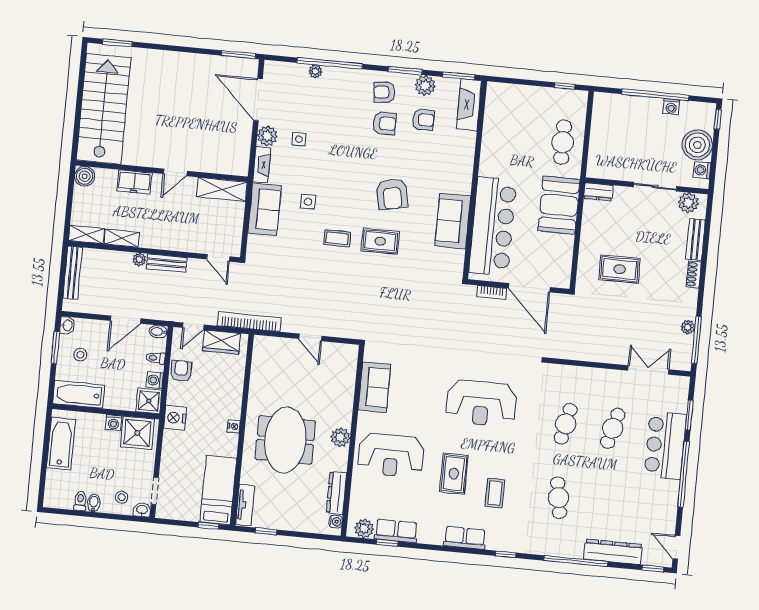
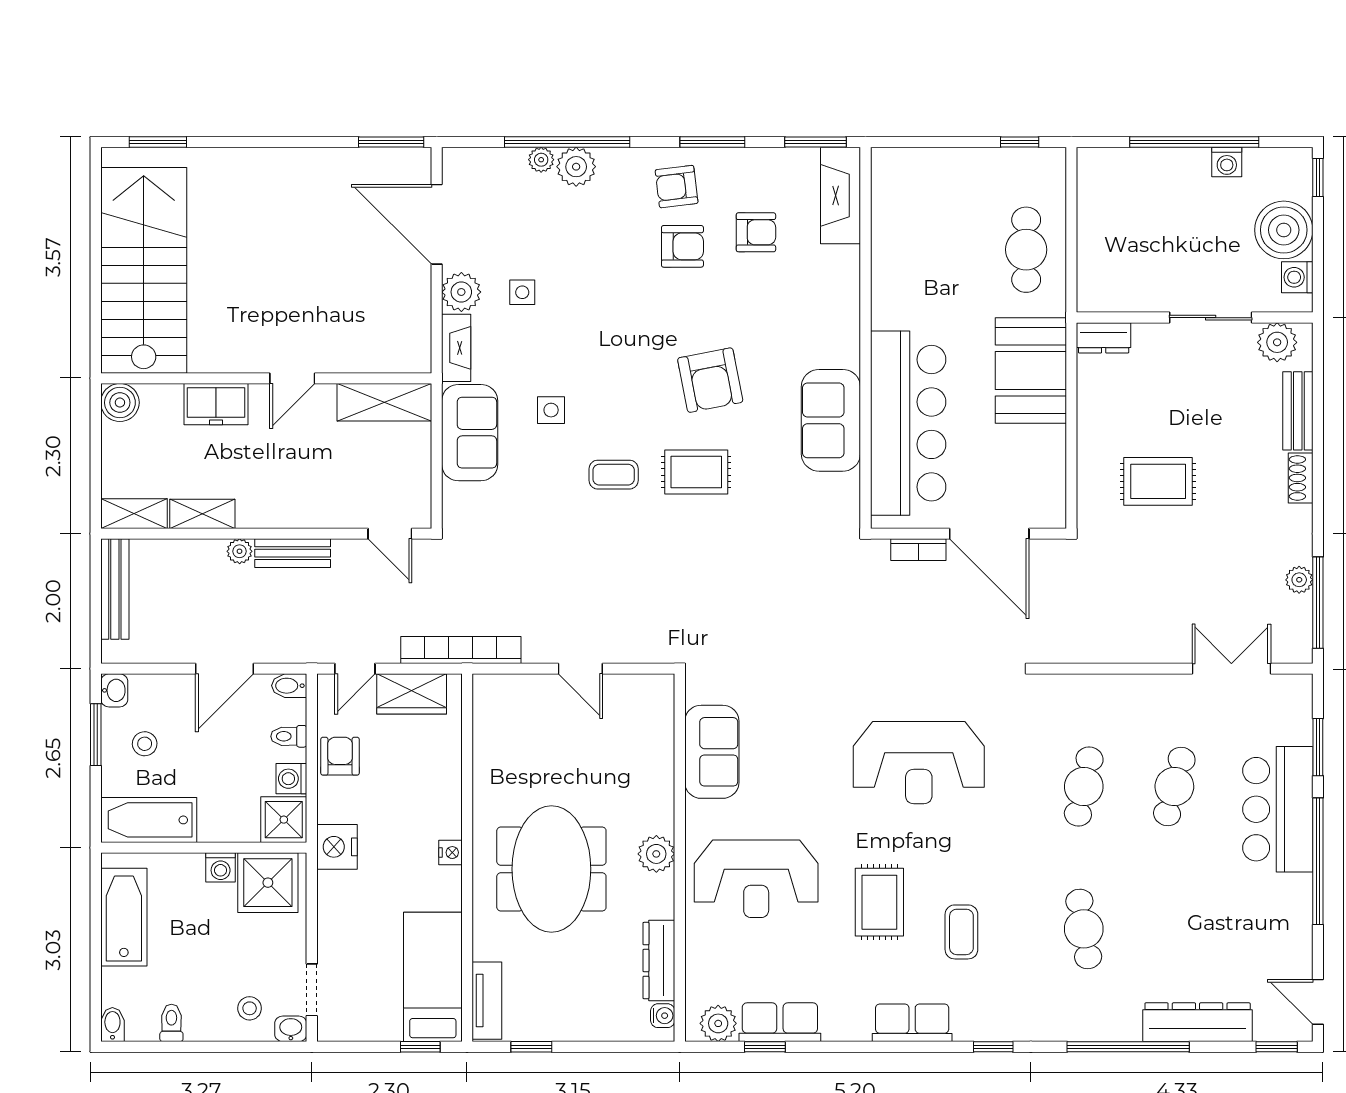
plant: (425, 85) -> (576, 167), moved
bidet: (94, 503) -> (112, 1024), moved

